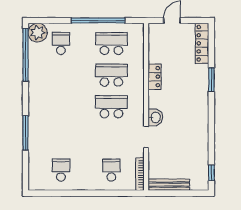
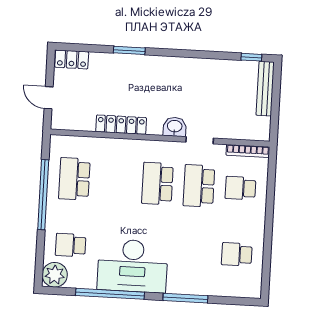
locker: (202, 43) -> (72, 59), width x0.66
window: (26, 55) -> (110, 294), moved
school desk: (111, 75) -> (199, 186), moved
locker: (155, 77) -> (121, 125), width x1.53
desk: (48, 91) -> (133, 266), added
bench: (169, 185) -> (265, 89), moved

